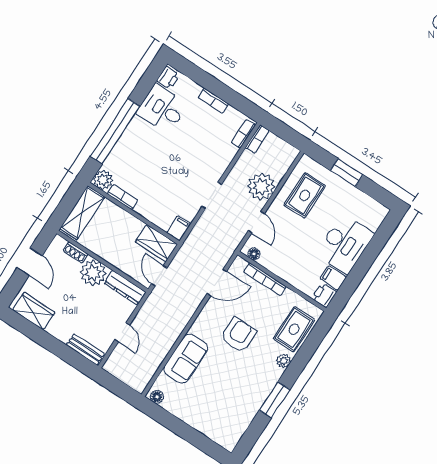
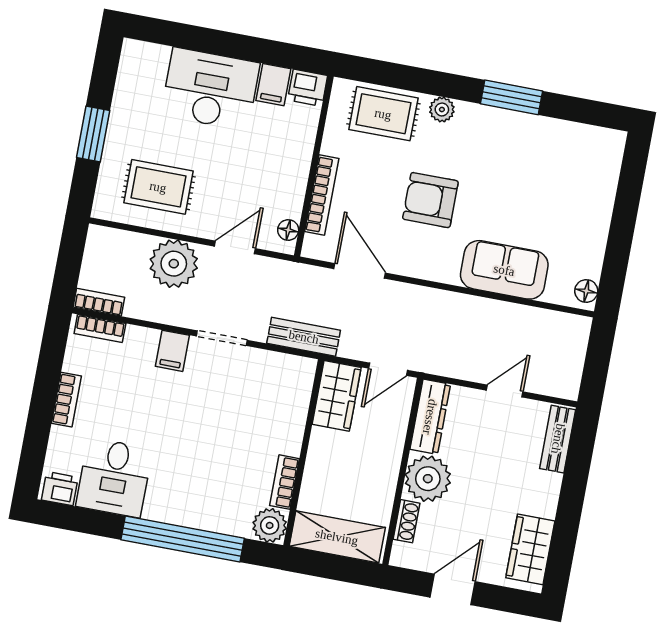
filing cabinet: (179, 228) -> (172, 351), moved, turned -90
bench: (195, 239) -> (304, 337), added

